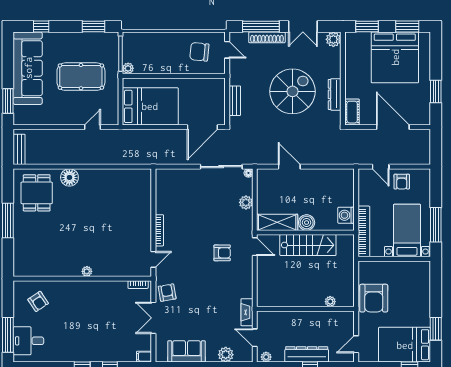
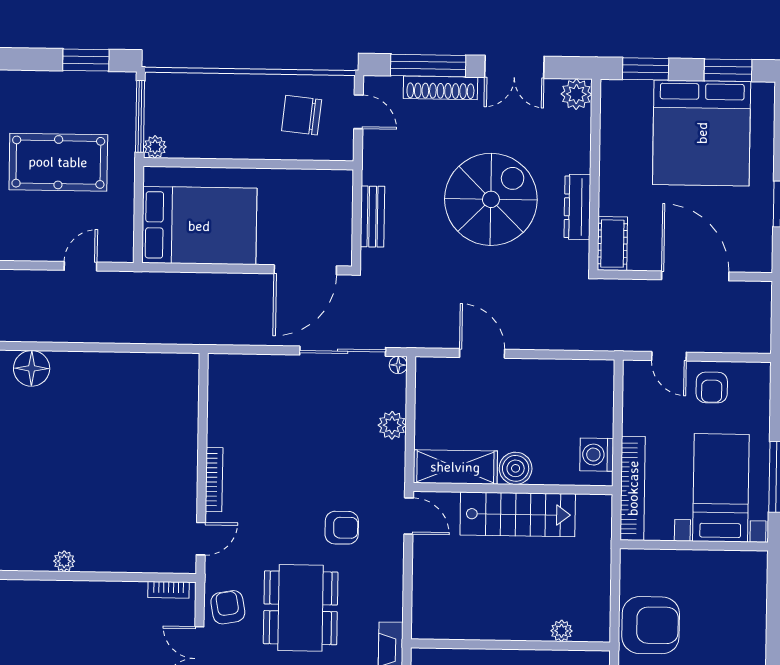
dining table: (203, 292) -> (301, 608), added
armchair: (374, 298) -> (651, 625), turned -90

